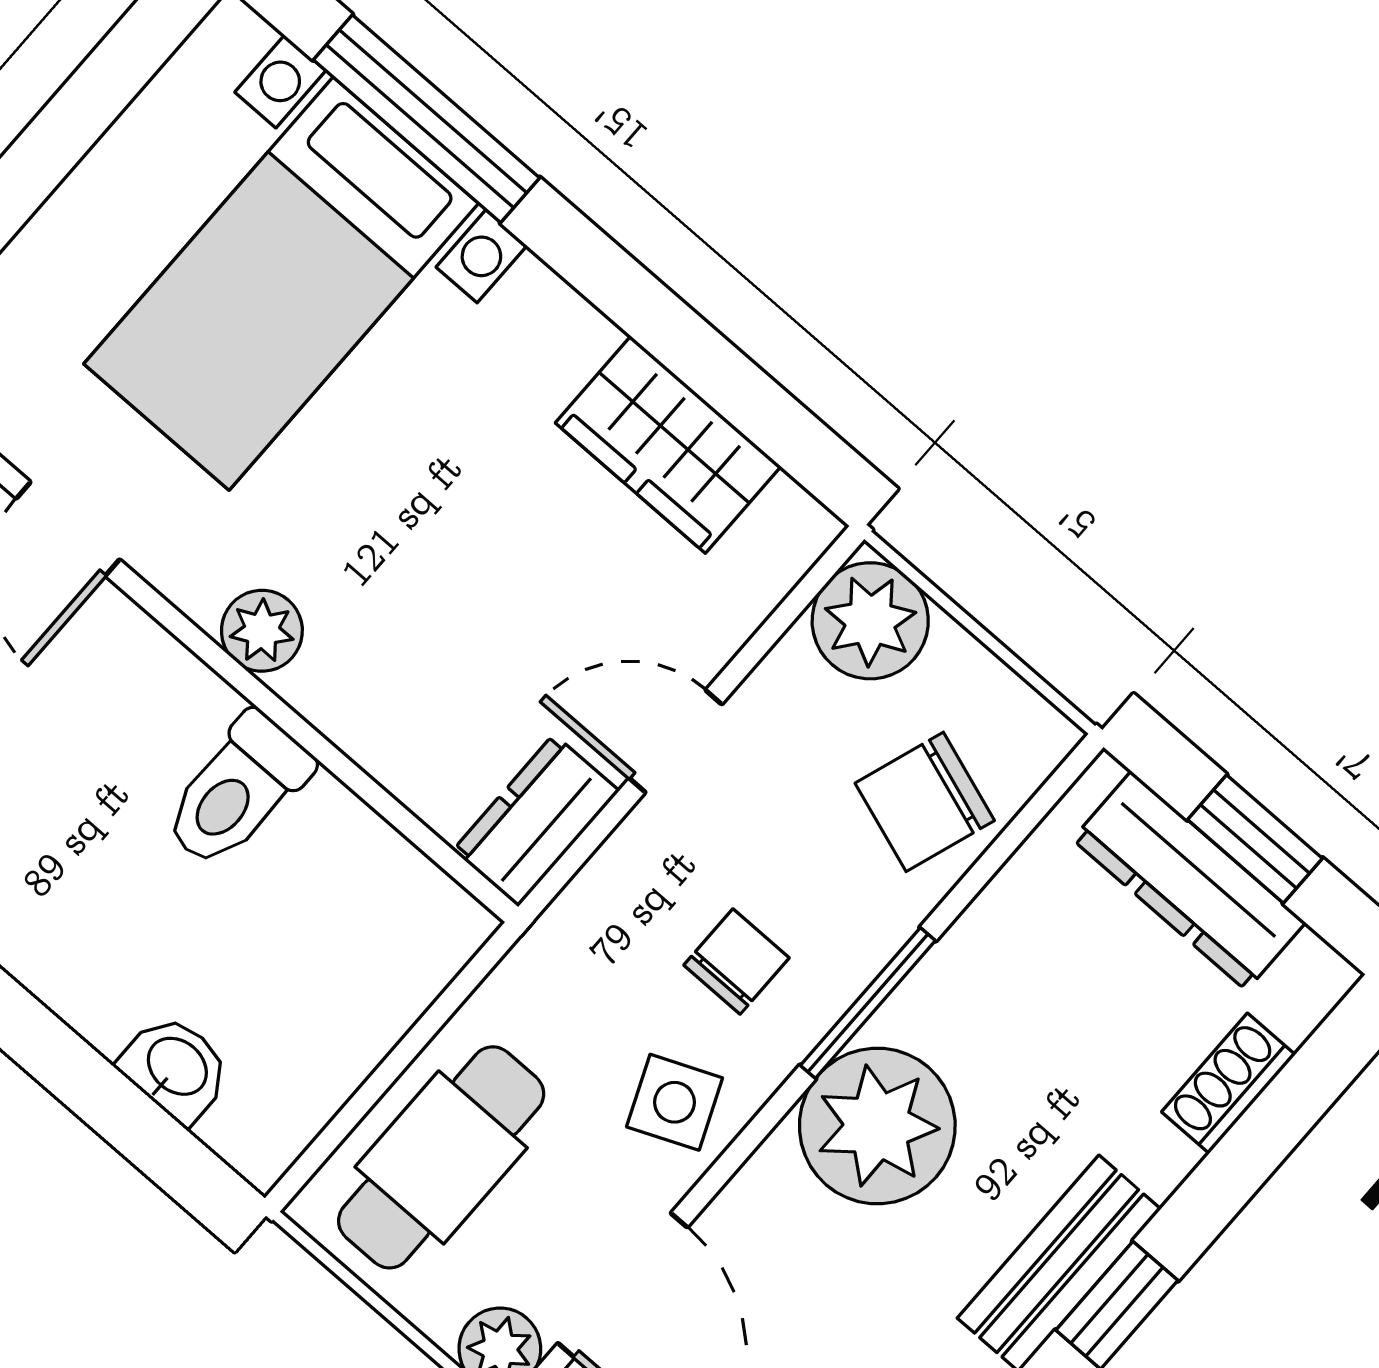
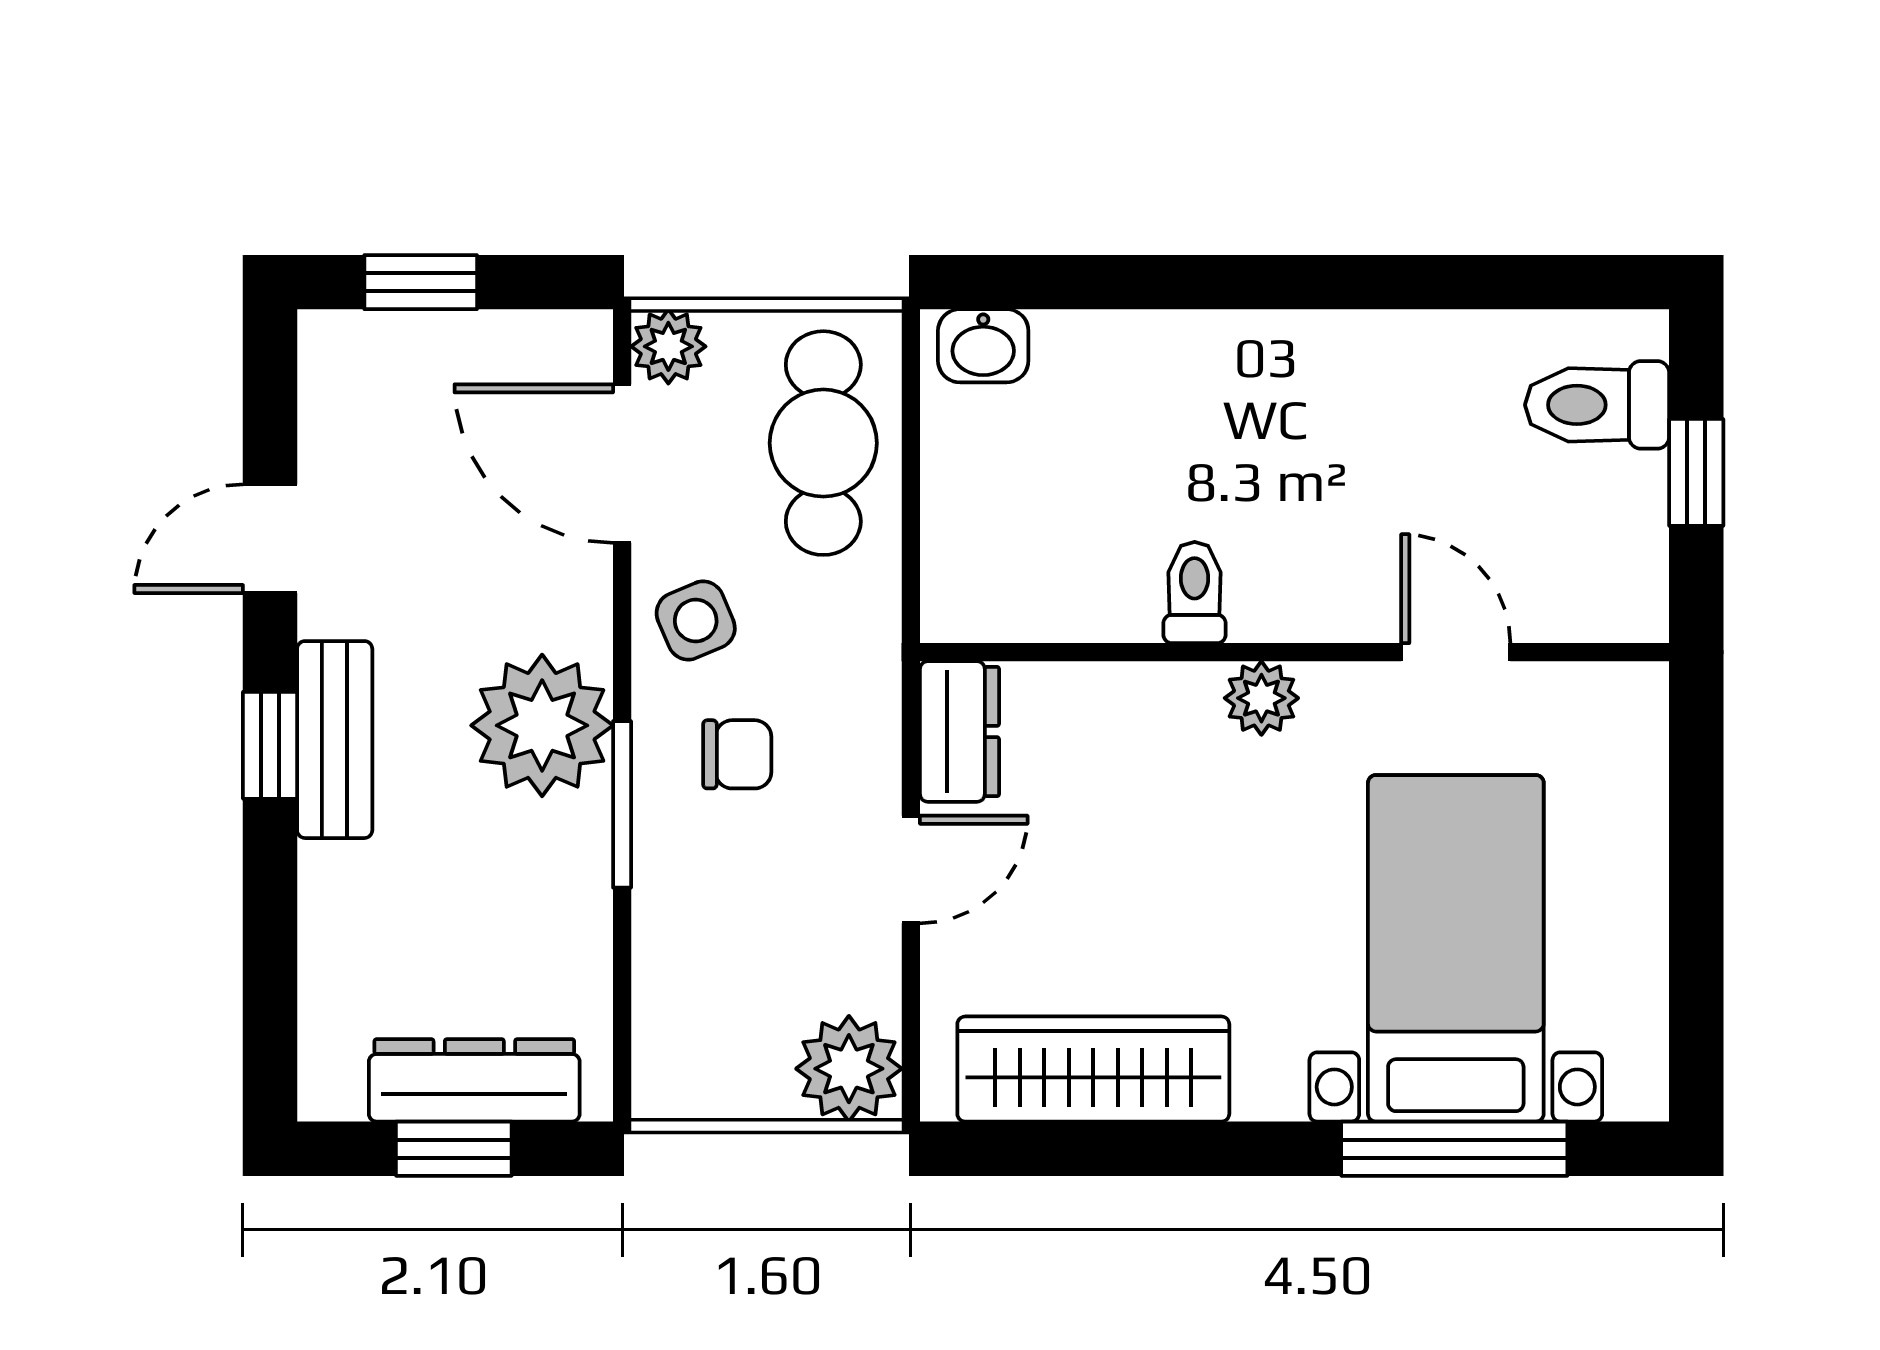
wardrobe: (668, 445) -> (1093, 1069), width x1.50
toilet: (237, 791) -> (1195, 592), width x0.73, depth x0.72
chair: (925, 802) -> (703, 977), removed
chair: (736, 962) -> (737, 754), turned -90
washbasin: (176, 1068) -> (983, 346), moved
shoe rack: (1228, 1083) -> (326, 965), removed

